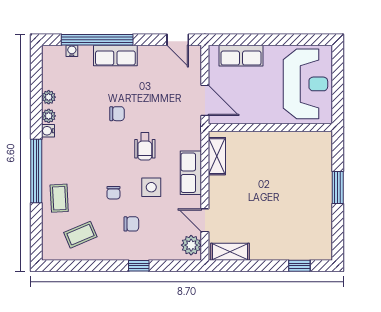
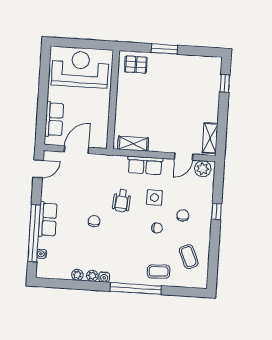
door: (205, 100) -> (76, 150), moved
wheelchair: (145, 146) -> (122, 201), turned 95
pallet: (316, 153) -> (136, 65), added

